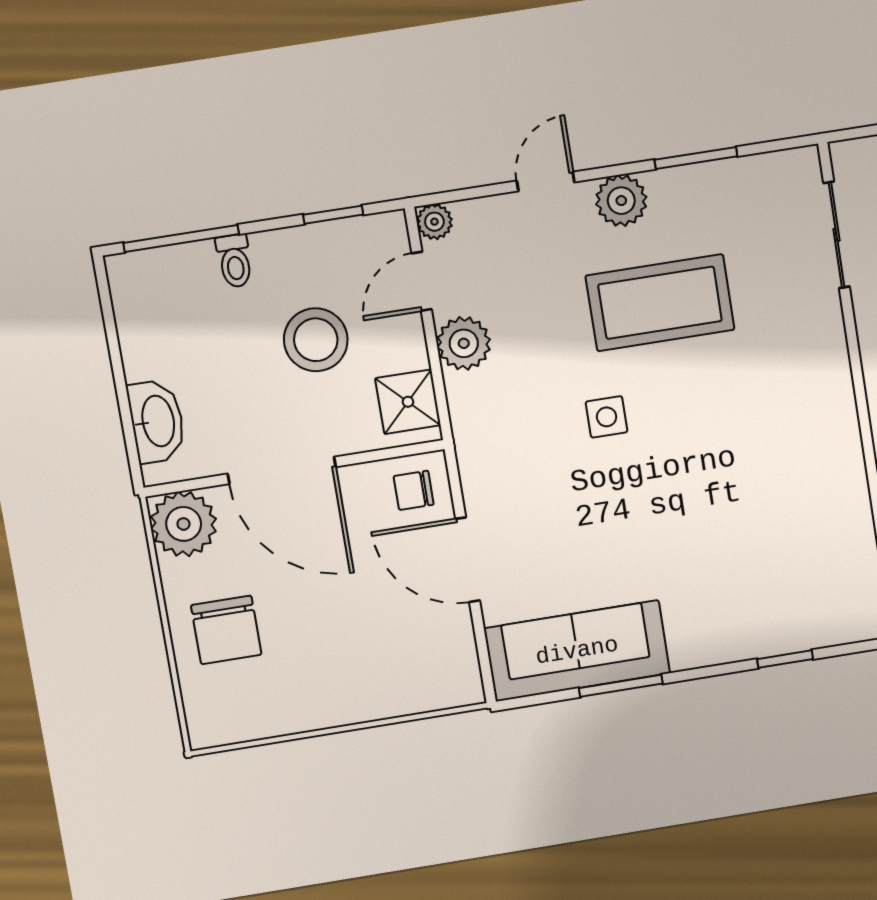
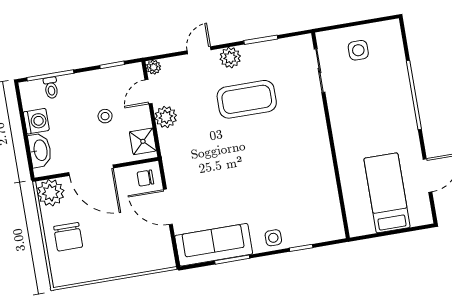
toilet: (235, 261) -> (51, 88), moved
stool: (316, 340) -> (105, 116), width x0.53, depth x0.53
washing machine: (147, 350) -> (36, 121), added
side table: (607, 417) -> (273, 238), moved

